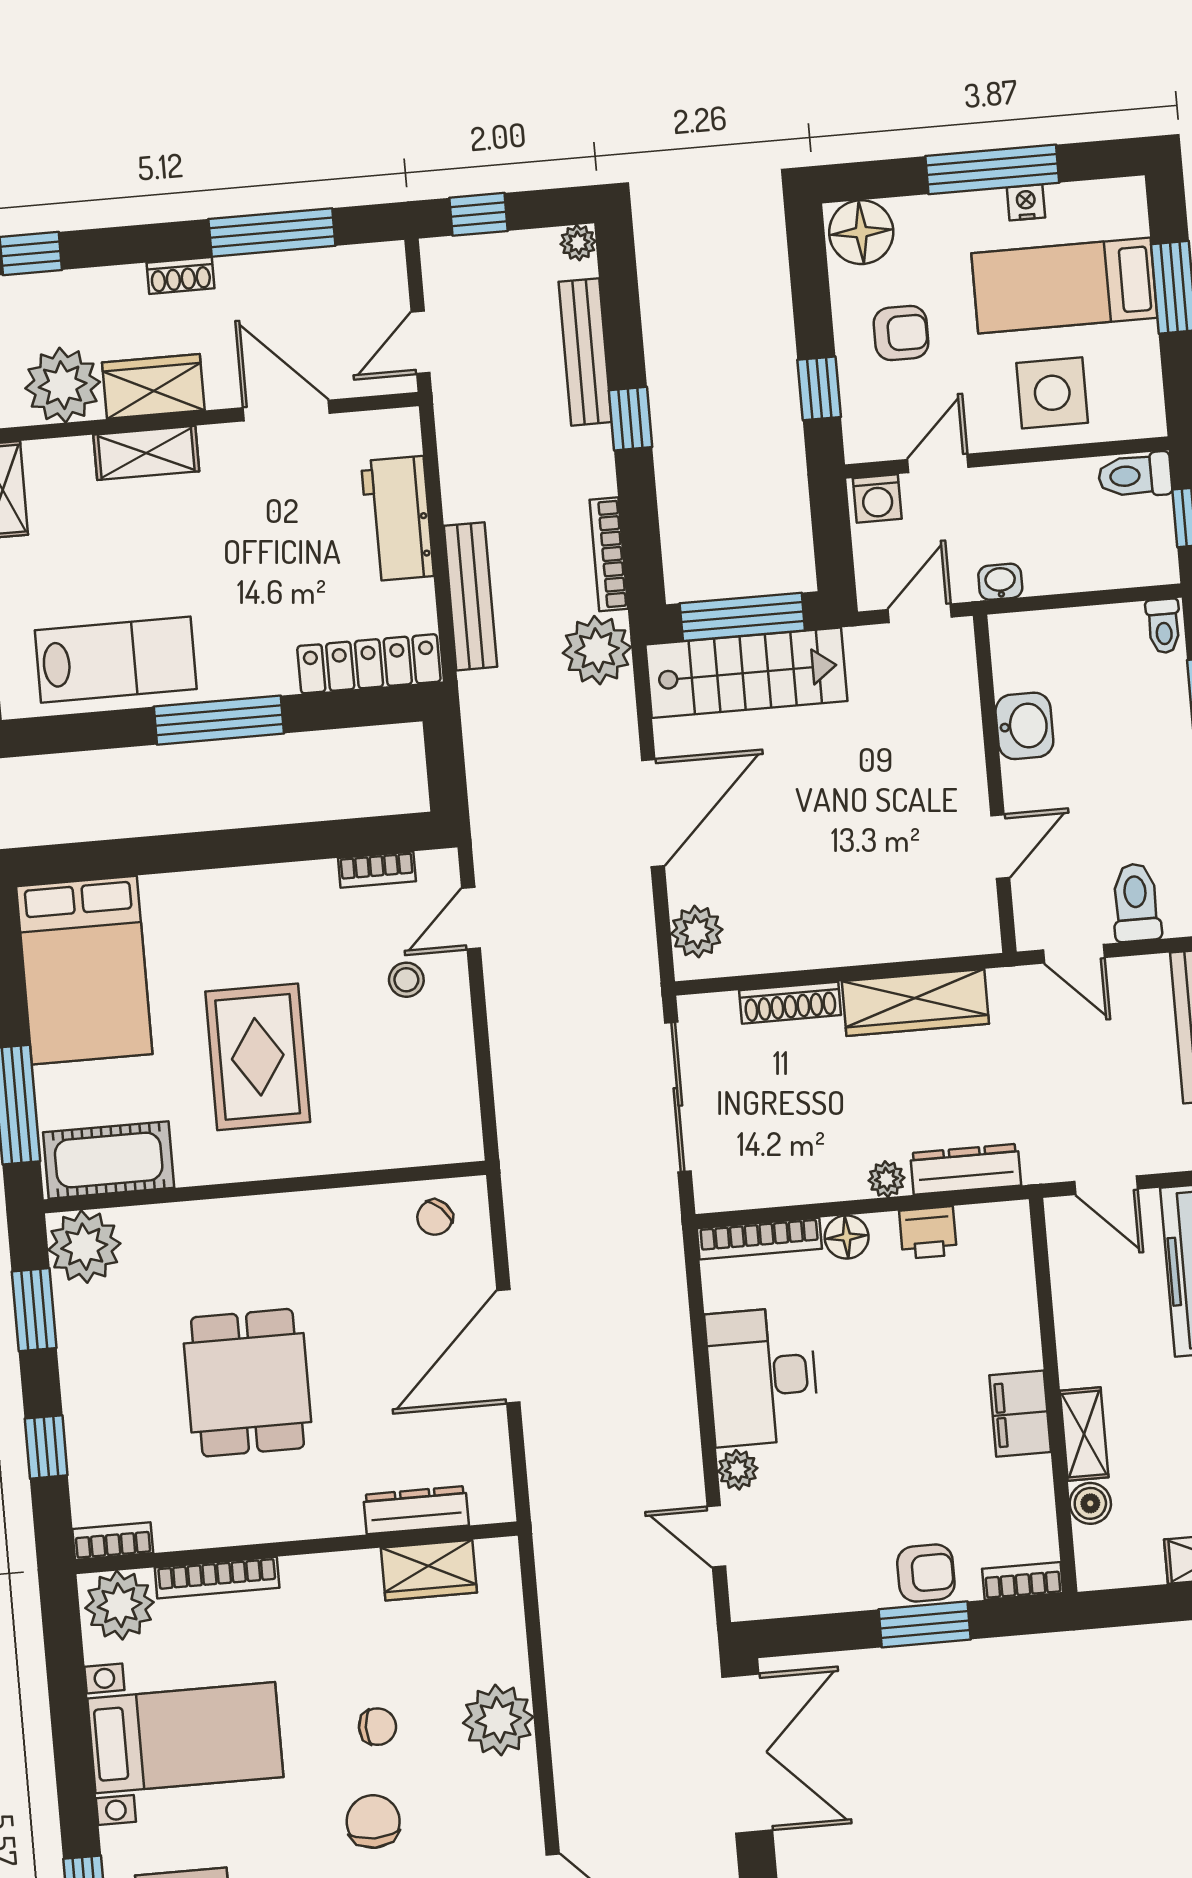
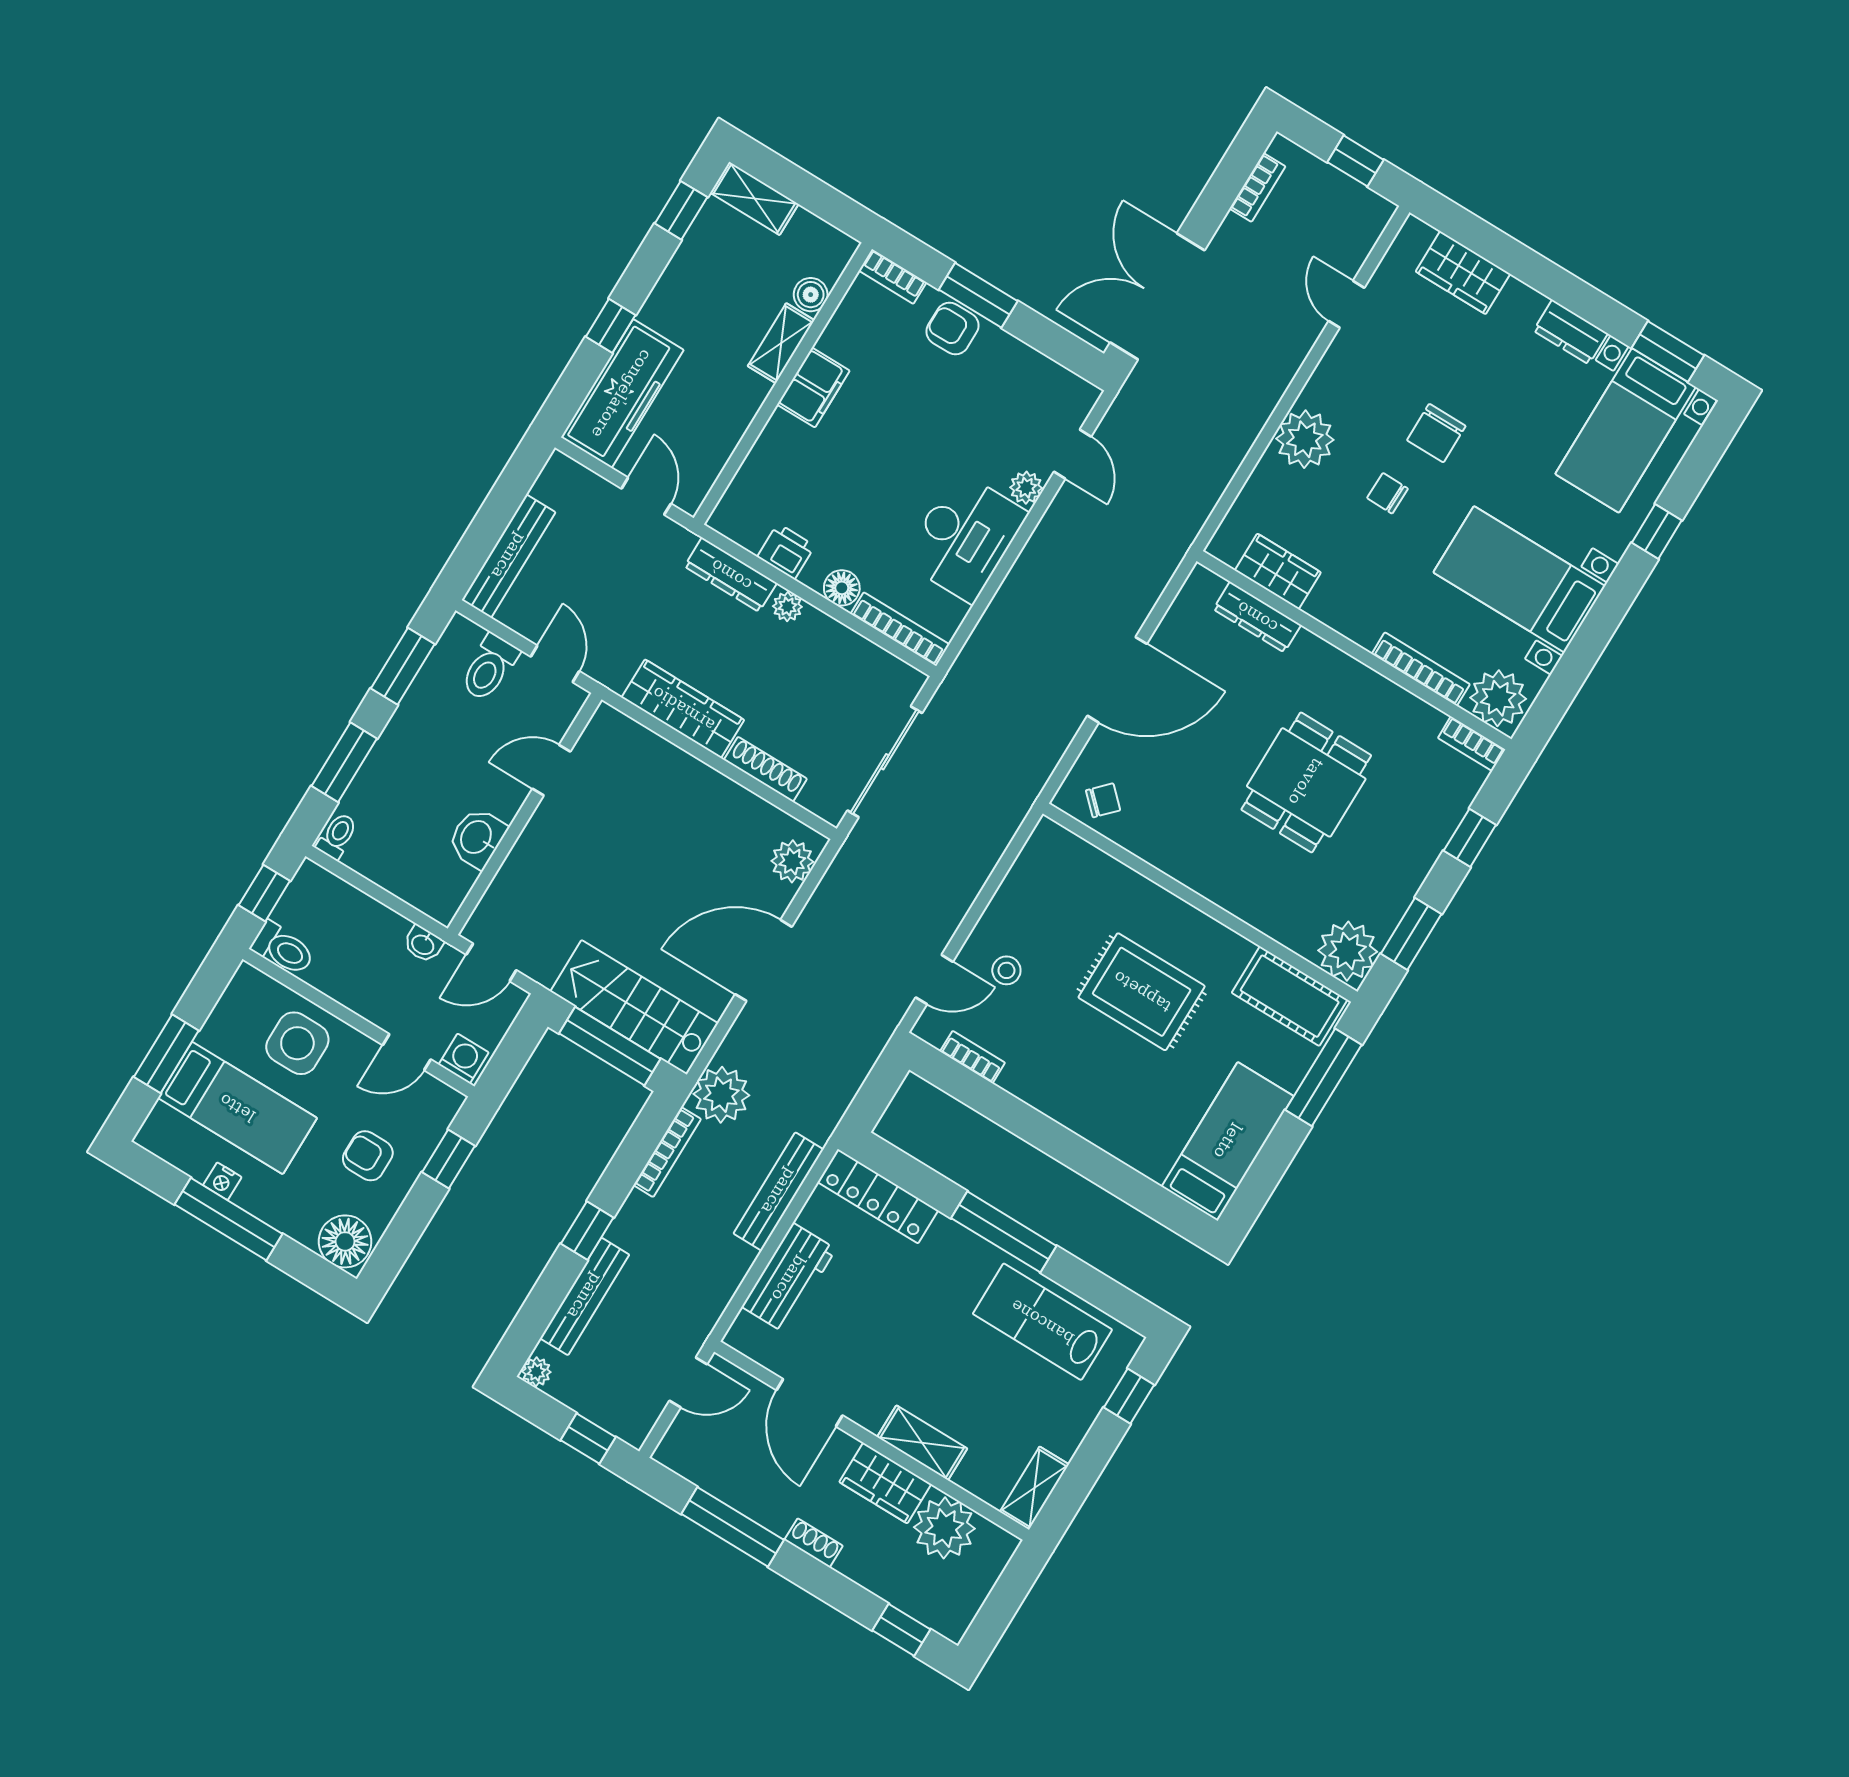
bed: (84, 970) -> (1228, 1141), width x0.67
rug: (258, 1057) -> (1142, 992), turned 90

